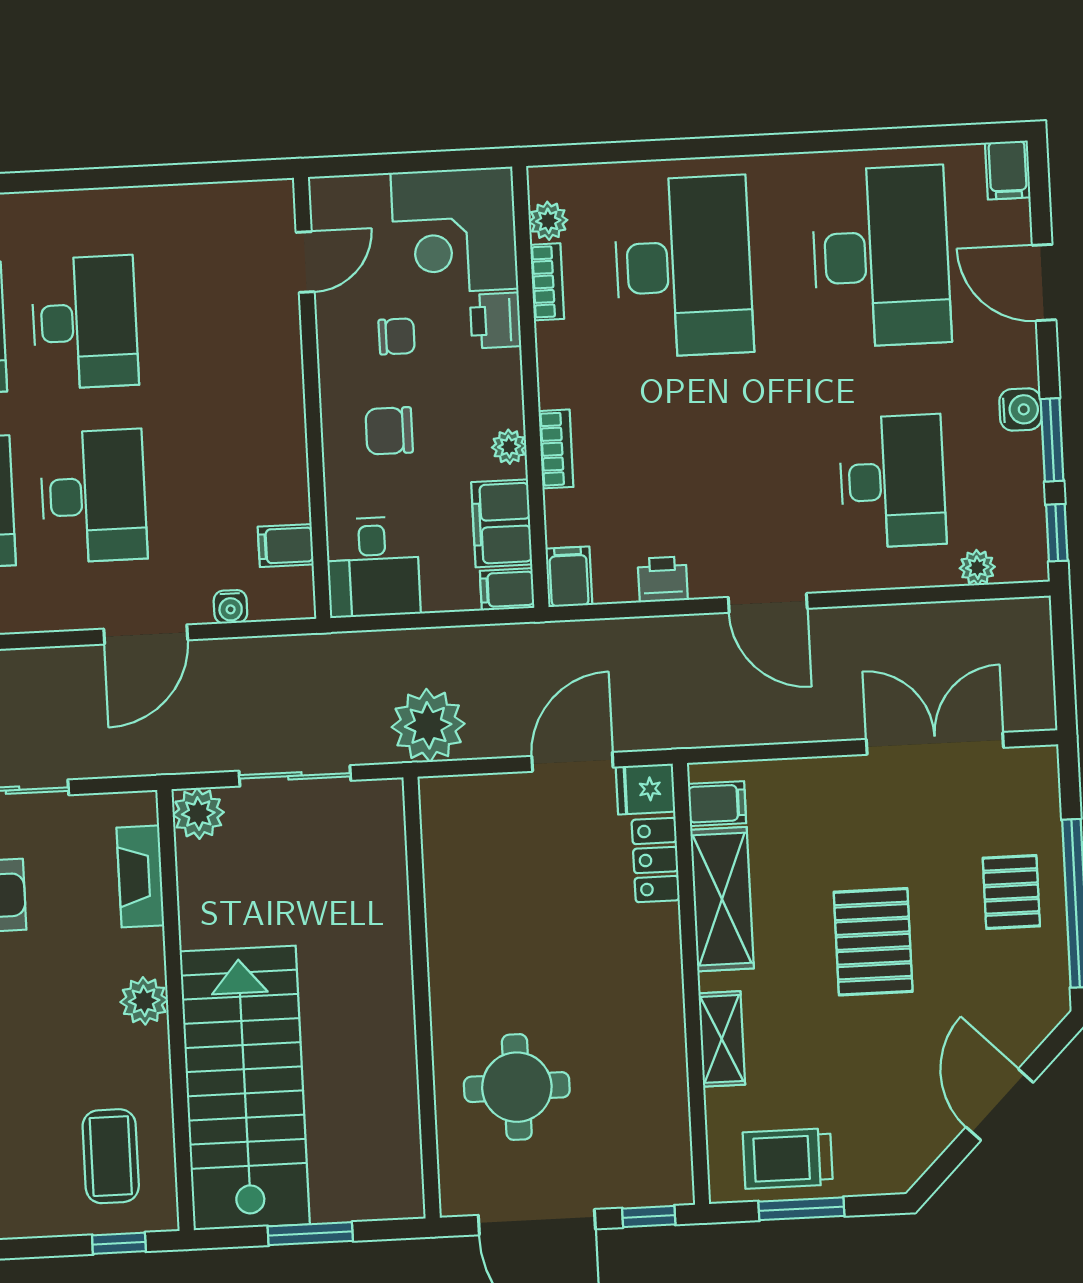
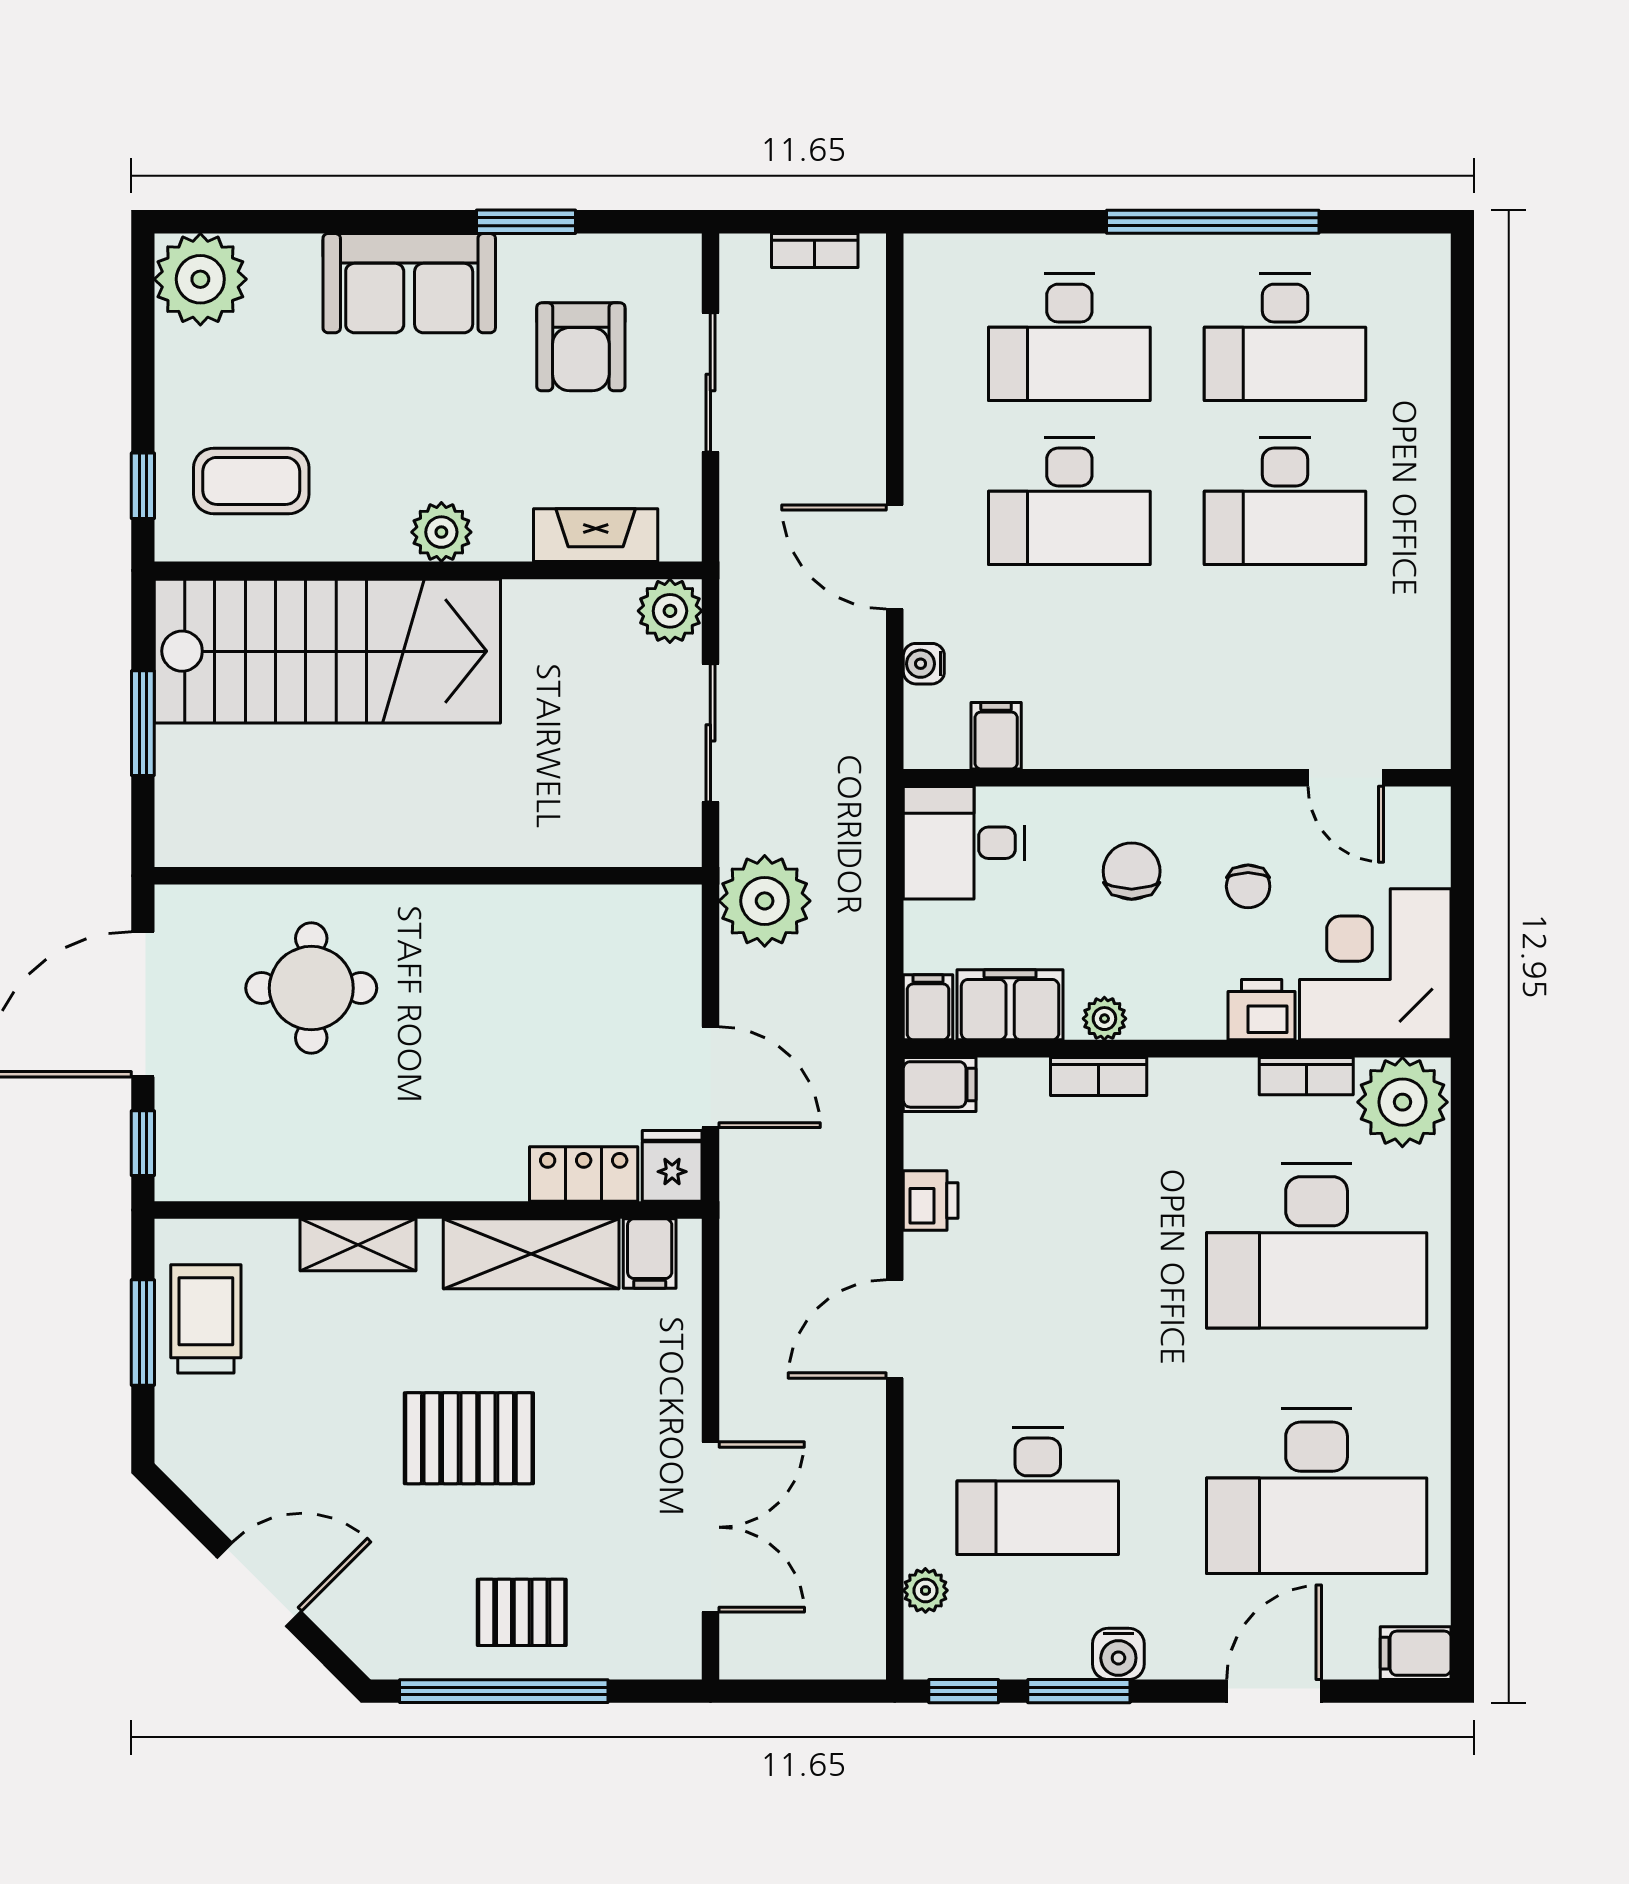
plant: (548, 221) -> (1402, 1102), width x1.88, depth x1.88

